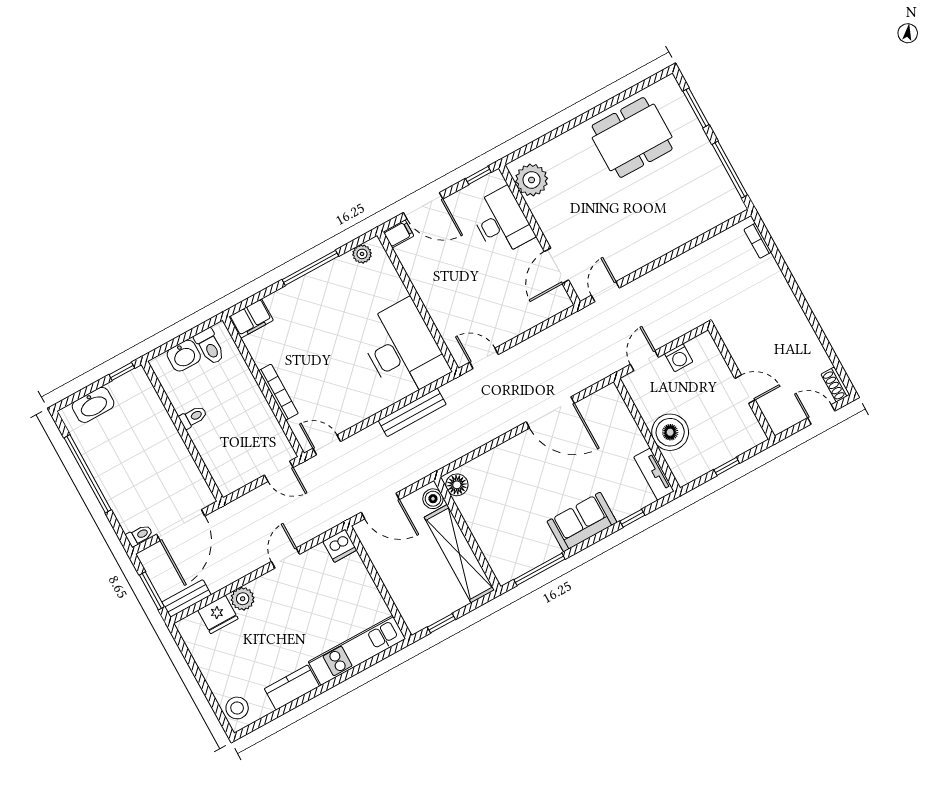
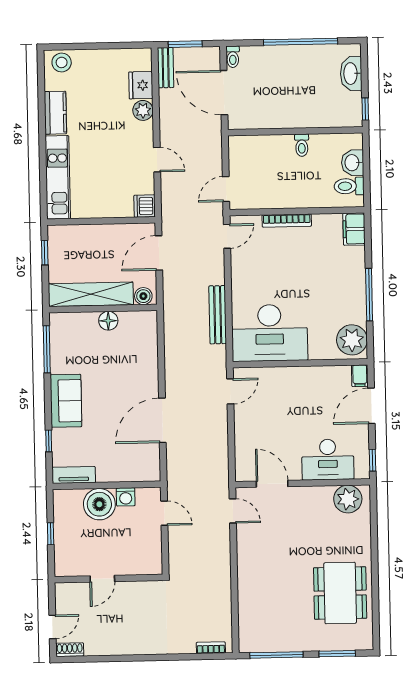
plant: (362, 254) -> (352, 340), width x1.88, depth x1.88
washing machine: (679, 358) -> (126, 497), moved, turned -90
floor lamp: (457, 485) -> (108, 321), moved

